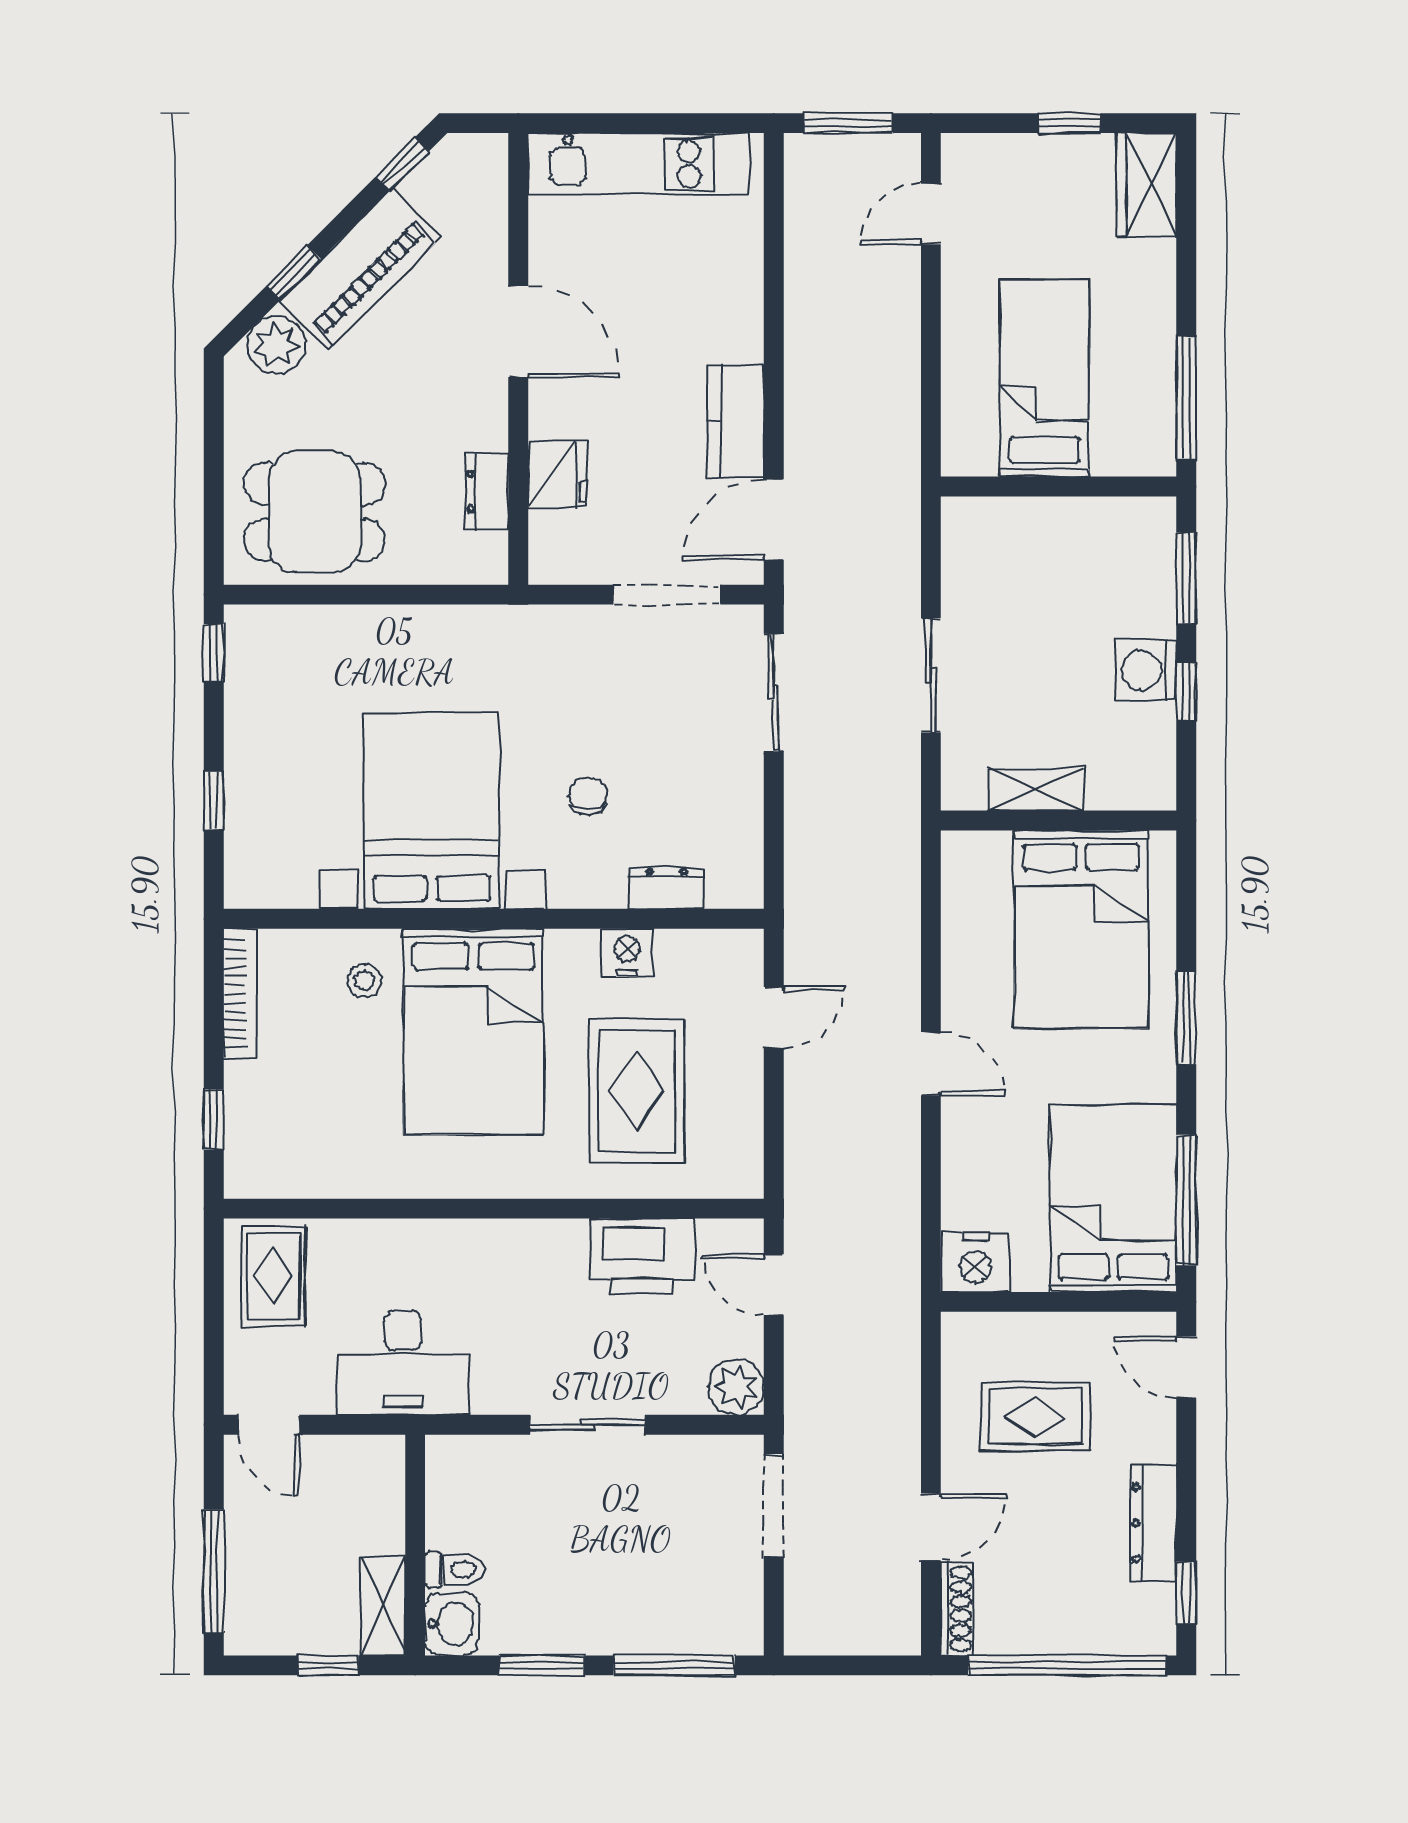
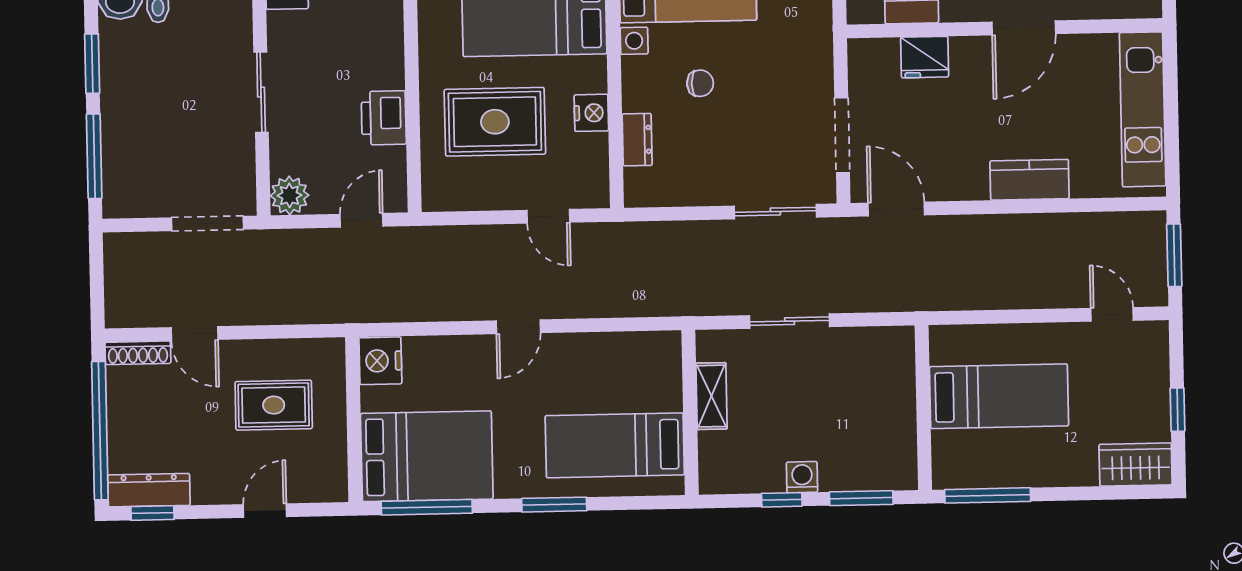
kitchen counter: (736, 422) -> (1030, 180), moved
washing machine: (1146, 671) -> (802, 477), width x0.73, depth x0.73
bed: (1081, 929) -> (615, 445), width x0.67
printer: (642, 1256) -> (384, 118), width x0.73, depth x0.84
door: (1186, 1367) -> (265, 511), moved
rug: (1036, 1416) -> (274, 405), turned 90
dresser: (1154, 1523) -> (149, 490), moved

